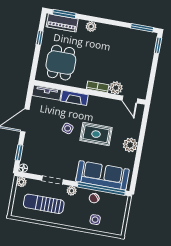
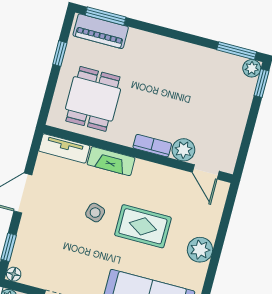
plant: (91, 26) -> (252, 68), moved

